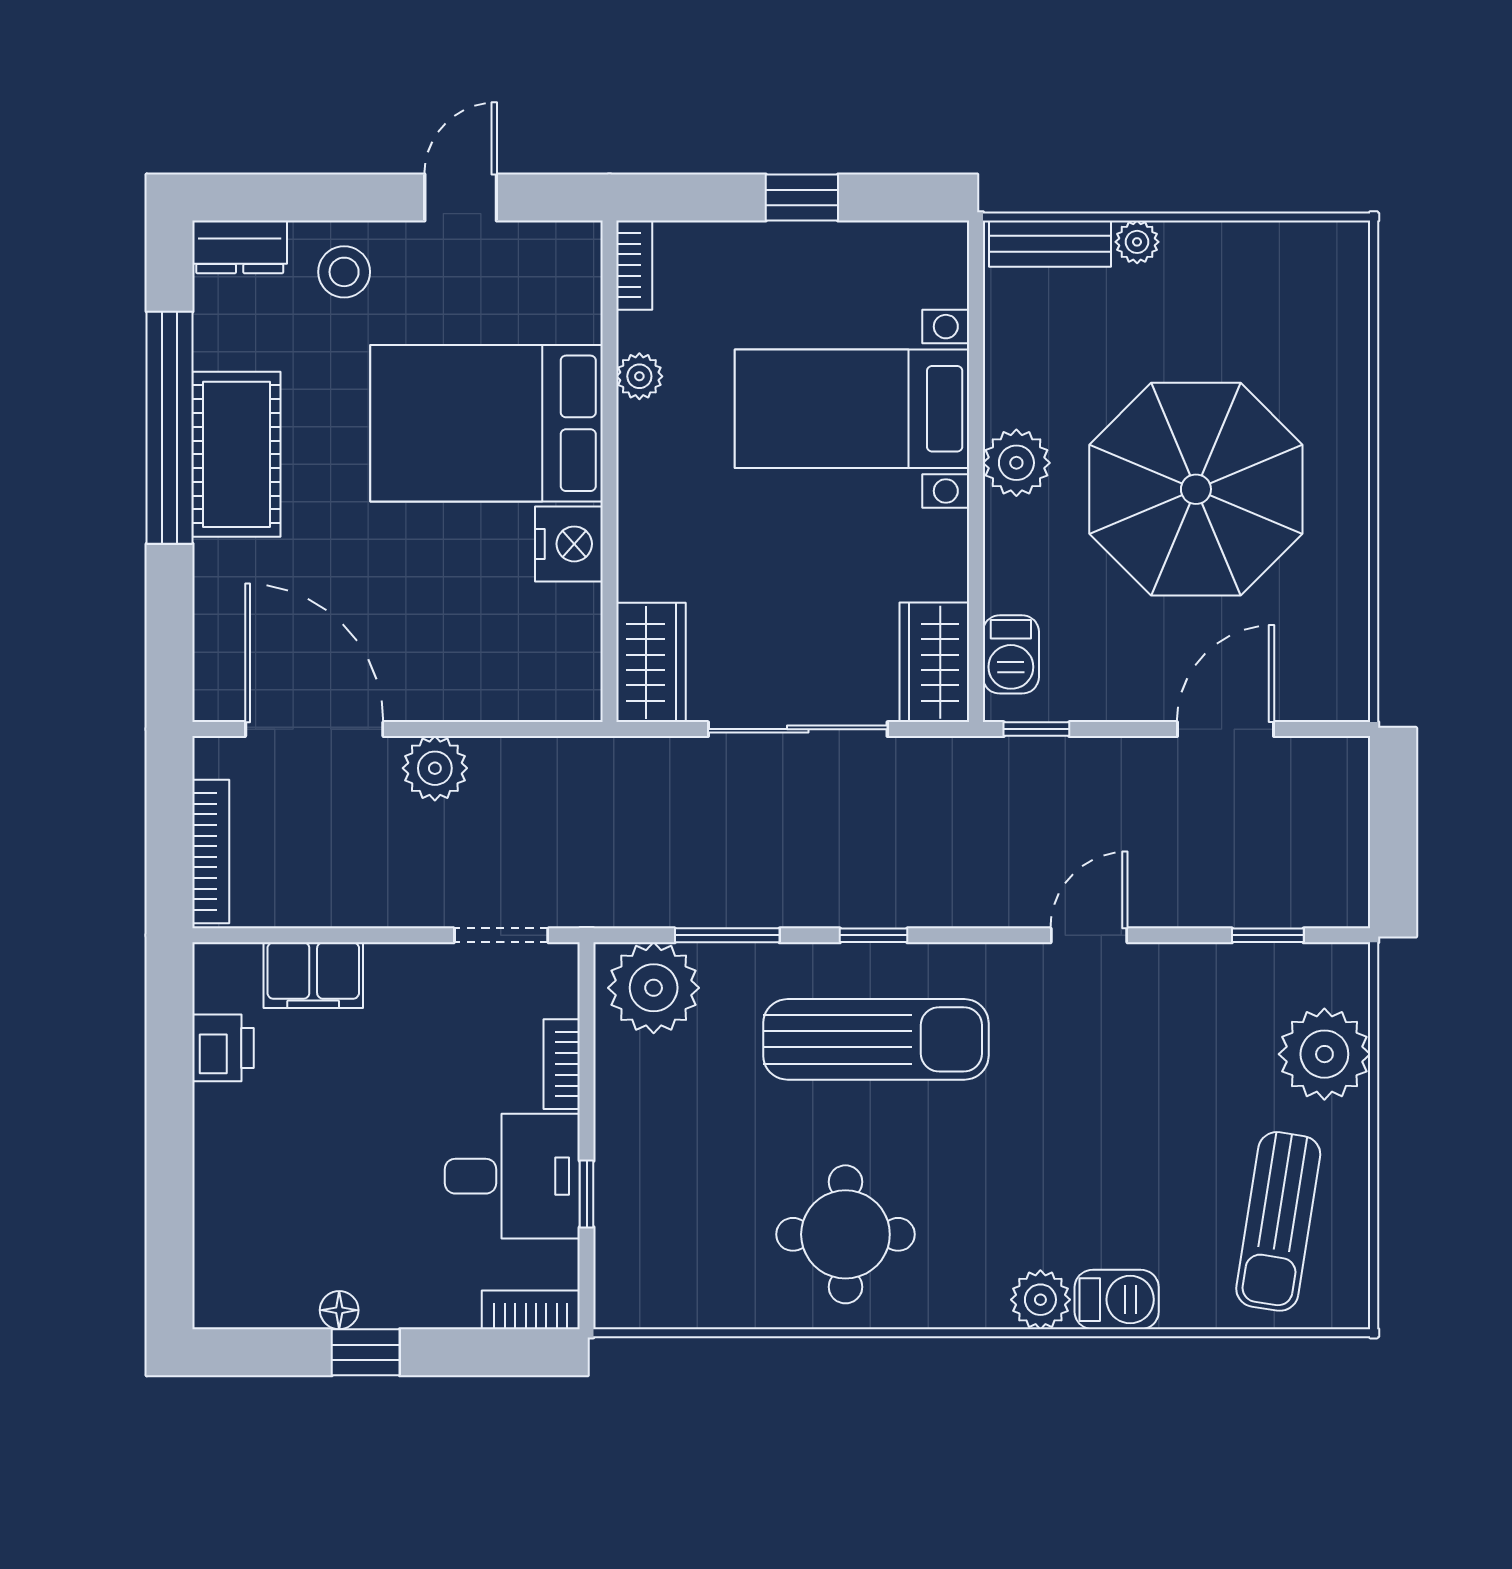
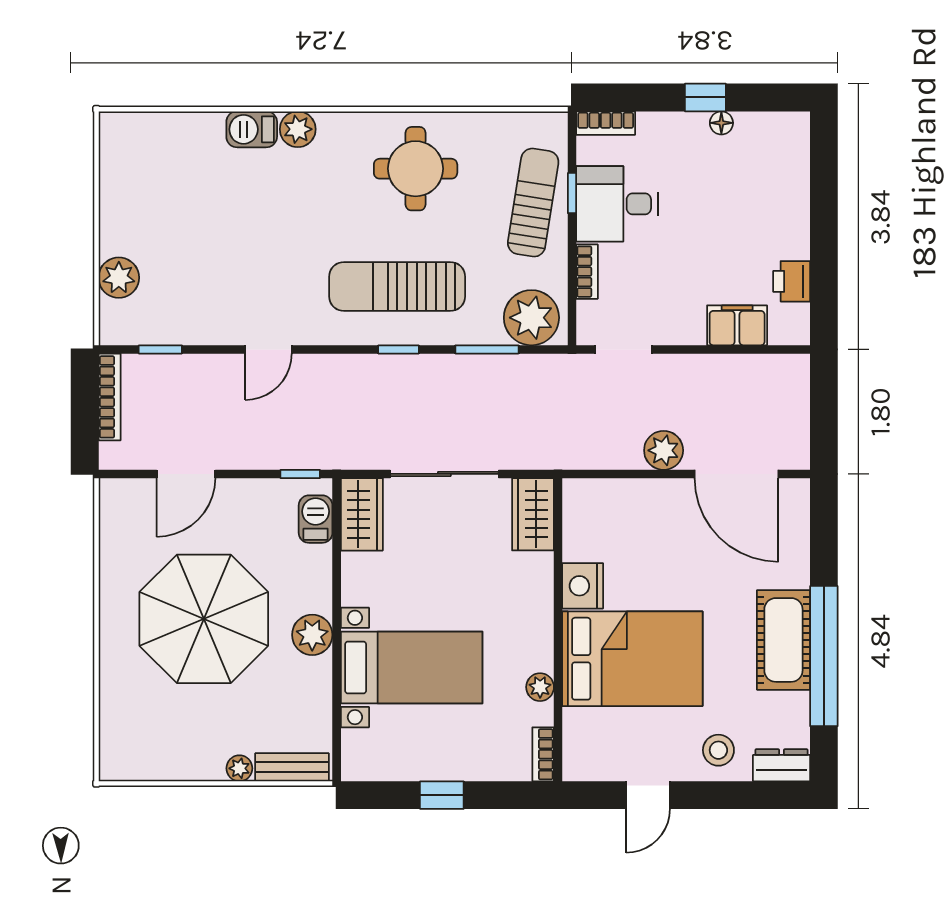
bookcase: (211, 852) -> (110, 397), moved, turned 180
plant: (1324, 1054) -> (119, 278), width x0.73, depth x0.73
sun lounger: (1278, 1221) -> (533, 203), moved

